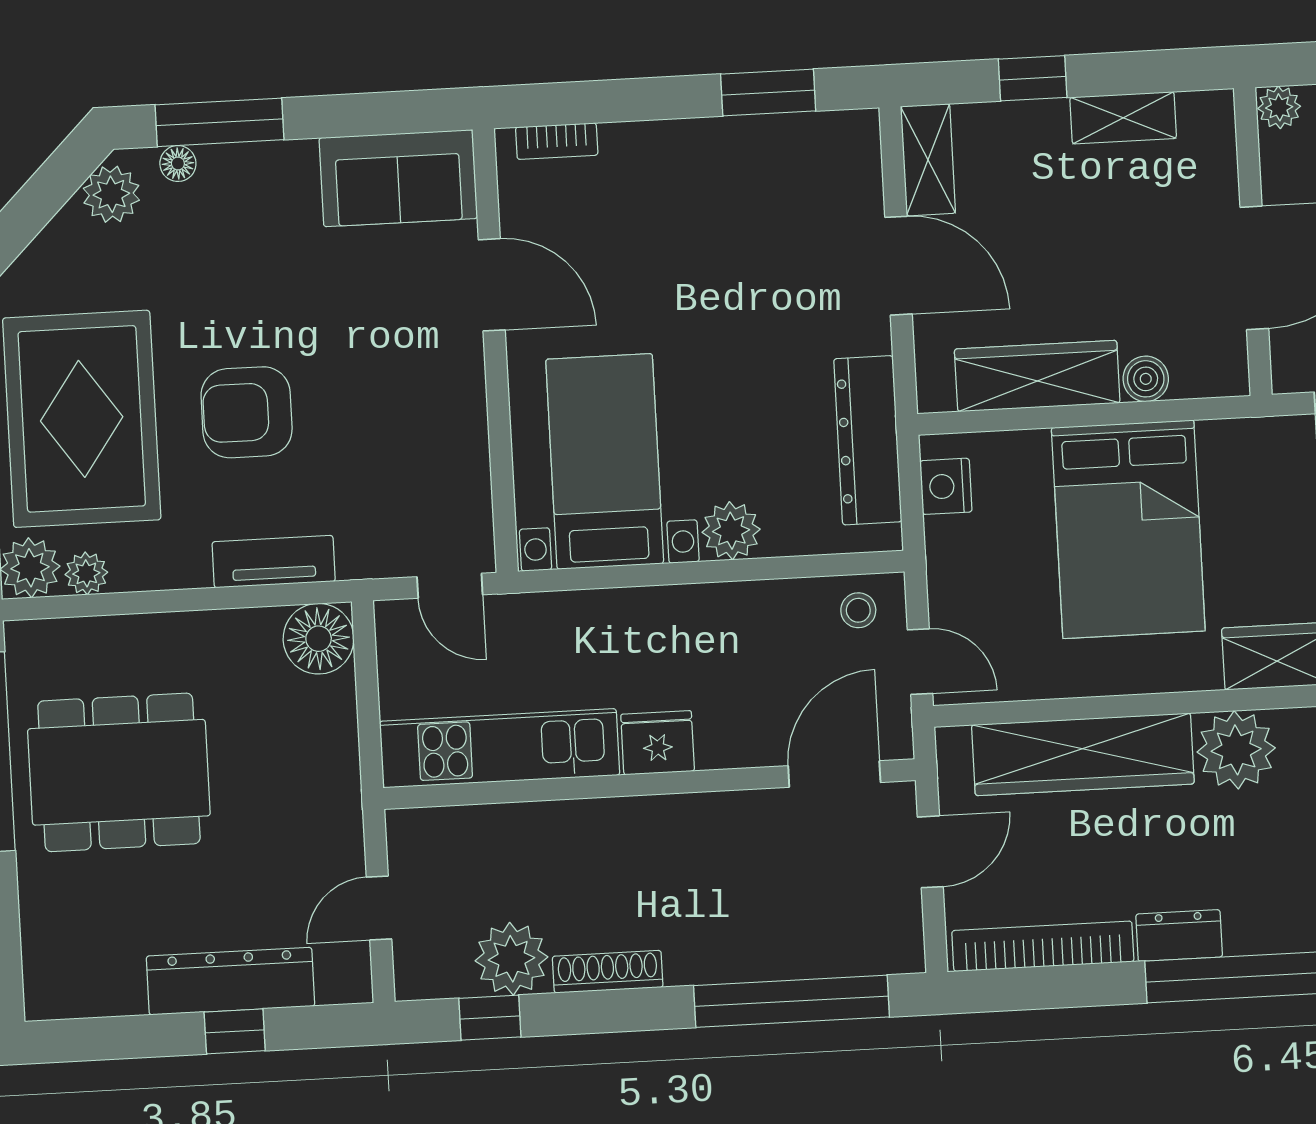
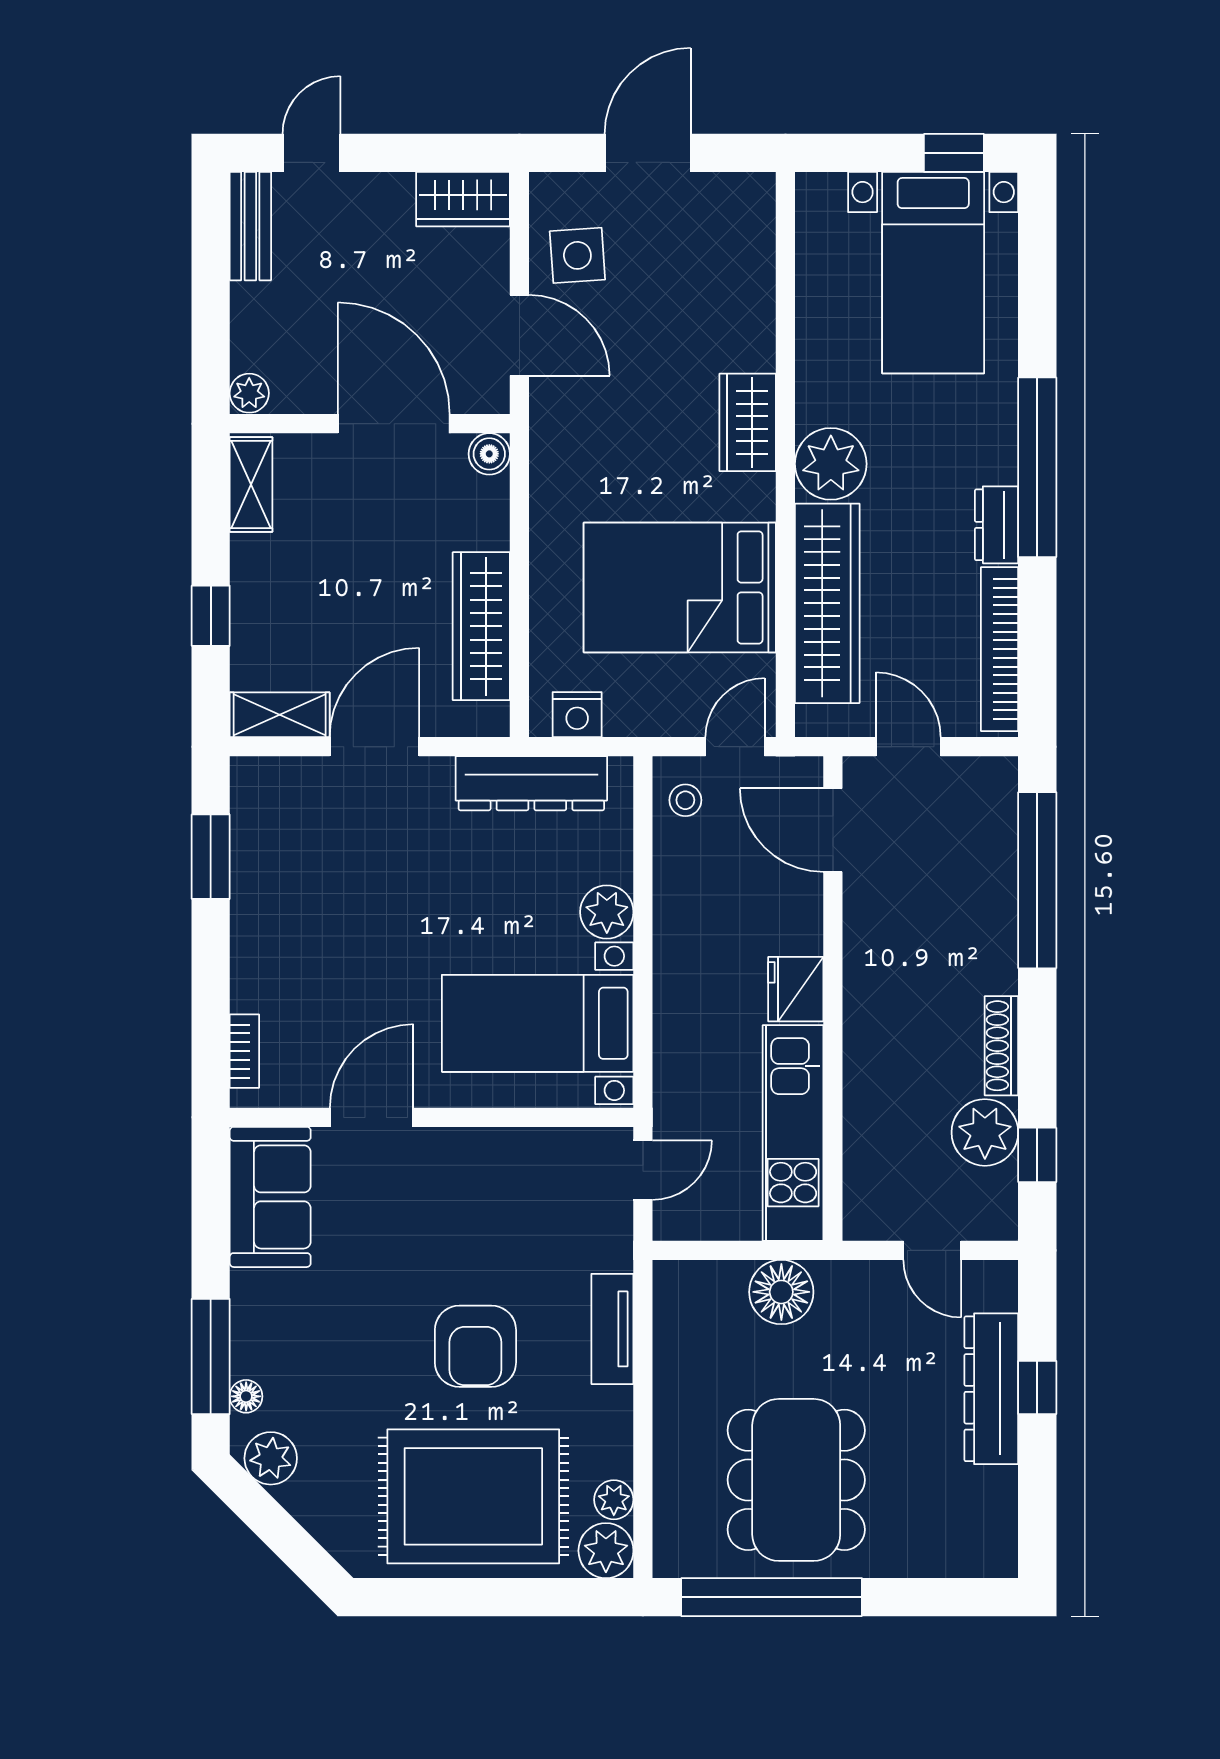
shelving: (1123, 118) -> (251, 484), moved
boiler: (1146, 379) -> (489, 454), moved
bed: (1128, 529) -> (680, 587), moved, turned 180
floor lamp: (319, 639) -> (781, 1292), moved

